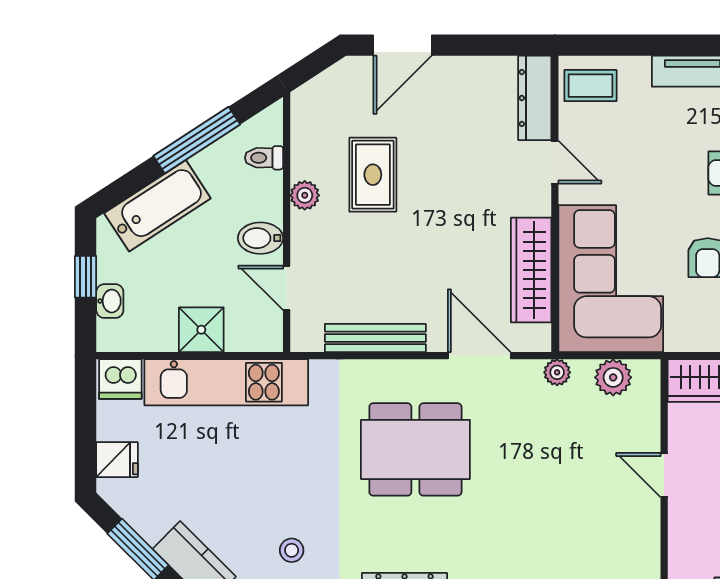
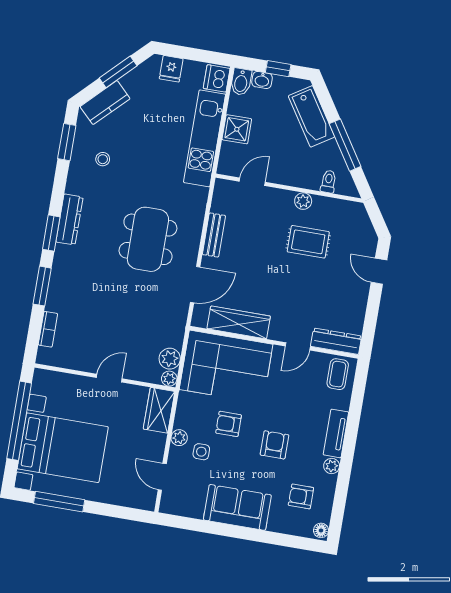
door: (403, 45) -> (379, 271), width x0.73
bidet: (260, 238) -> (241, 82), moved, turned 180
bench: (375, 338) -> (214, 235), width x0.73
plant: (557, 372) -> (169, 379), moved

